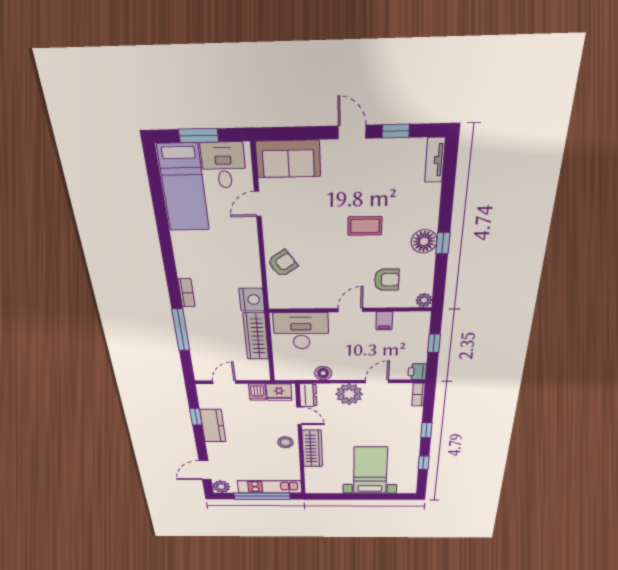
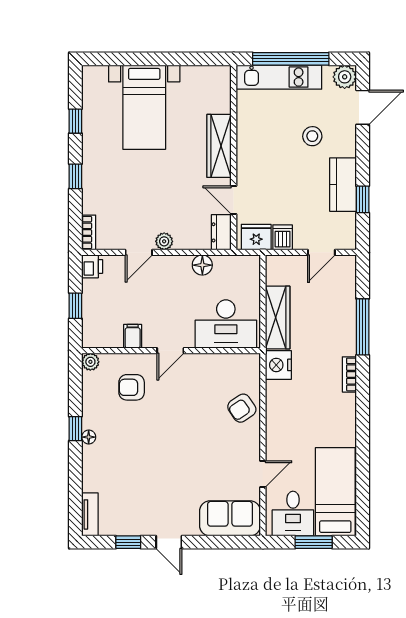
coffee table: (365, 226) -> (156, 449), removed
floor lamp: (424, 241) -> (89, 437), width x0.53, depth x0.53
plant: (349, 394) -> (164, 241), width x0.53, depth x0.53
stool: (285, 442) -> (312, 136), moved

